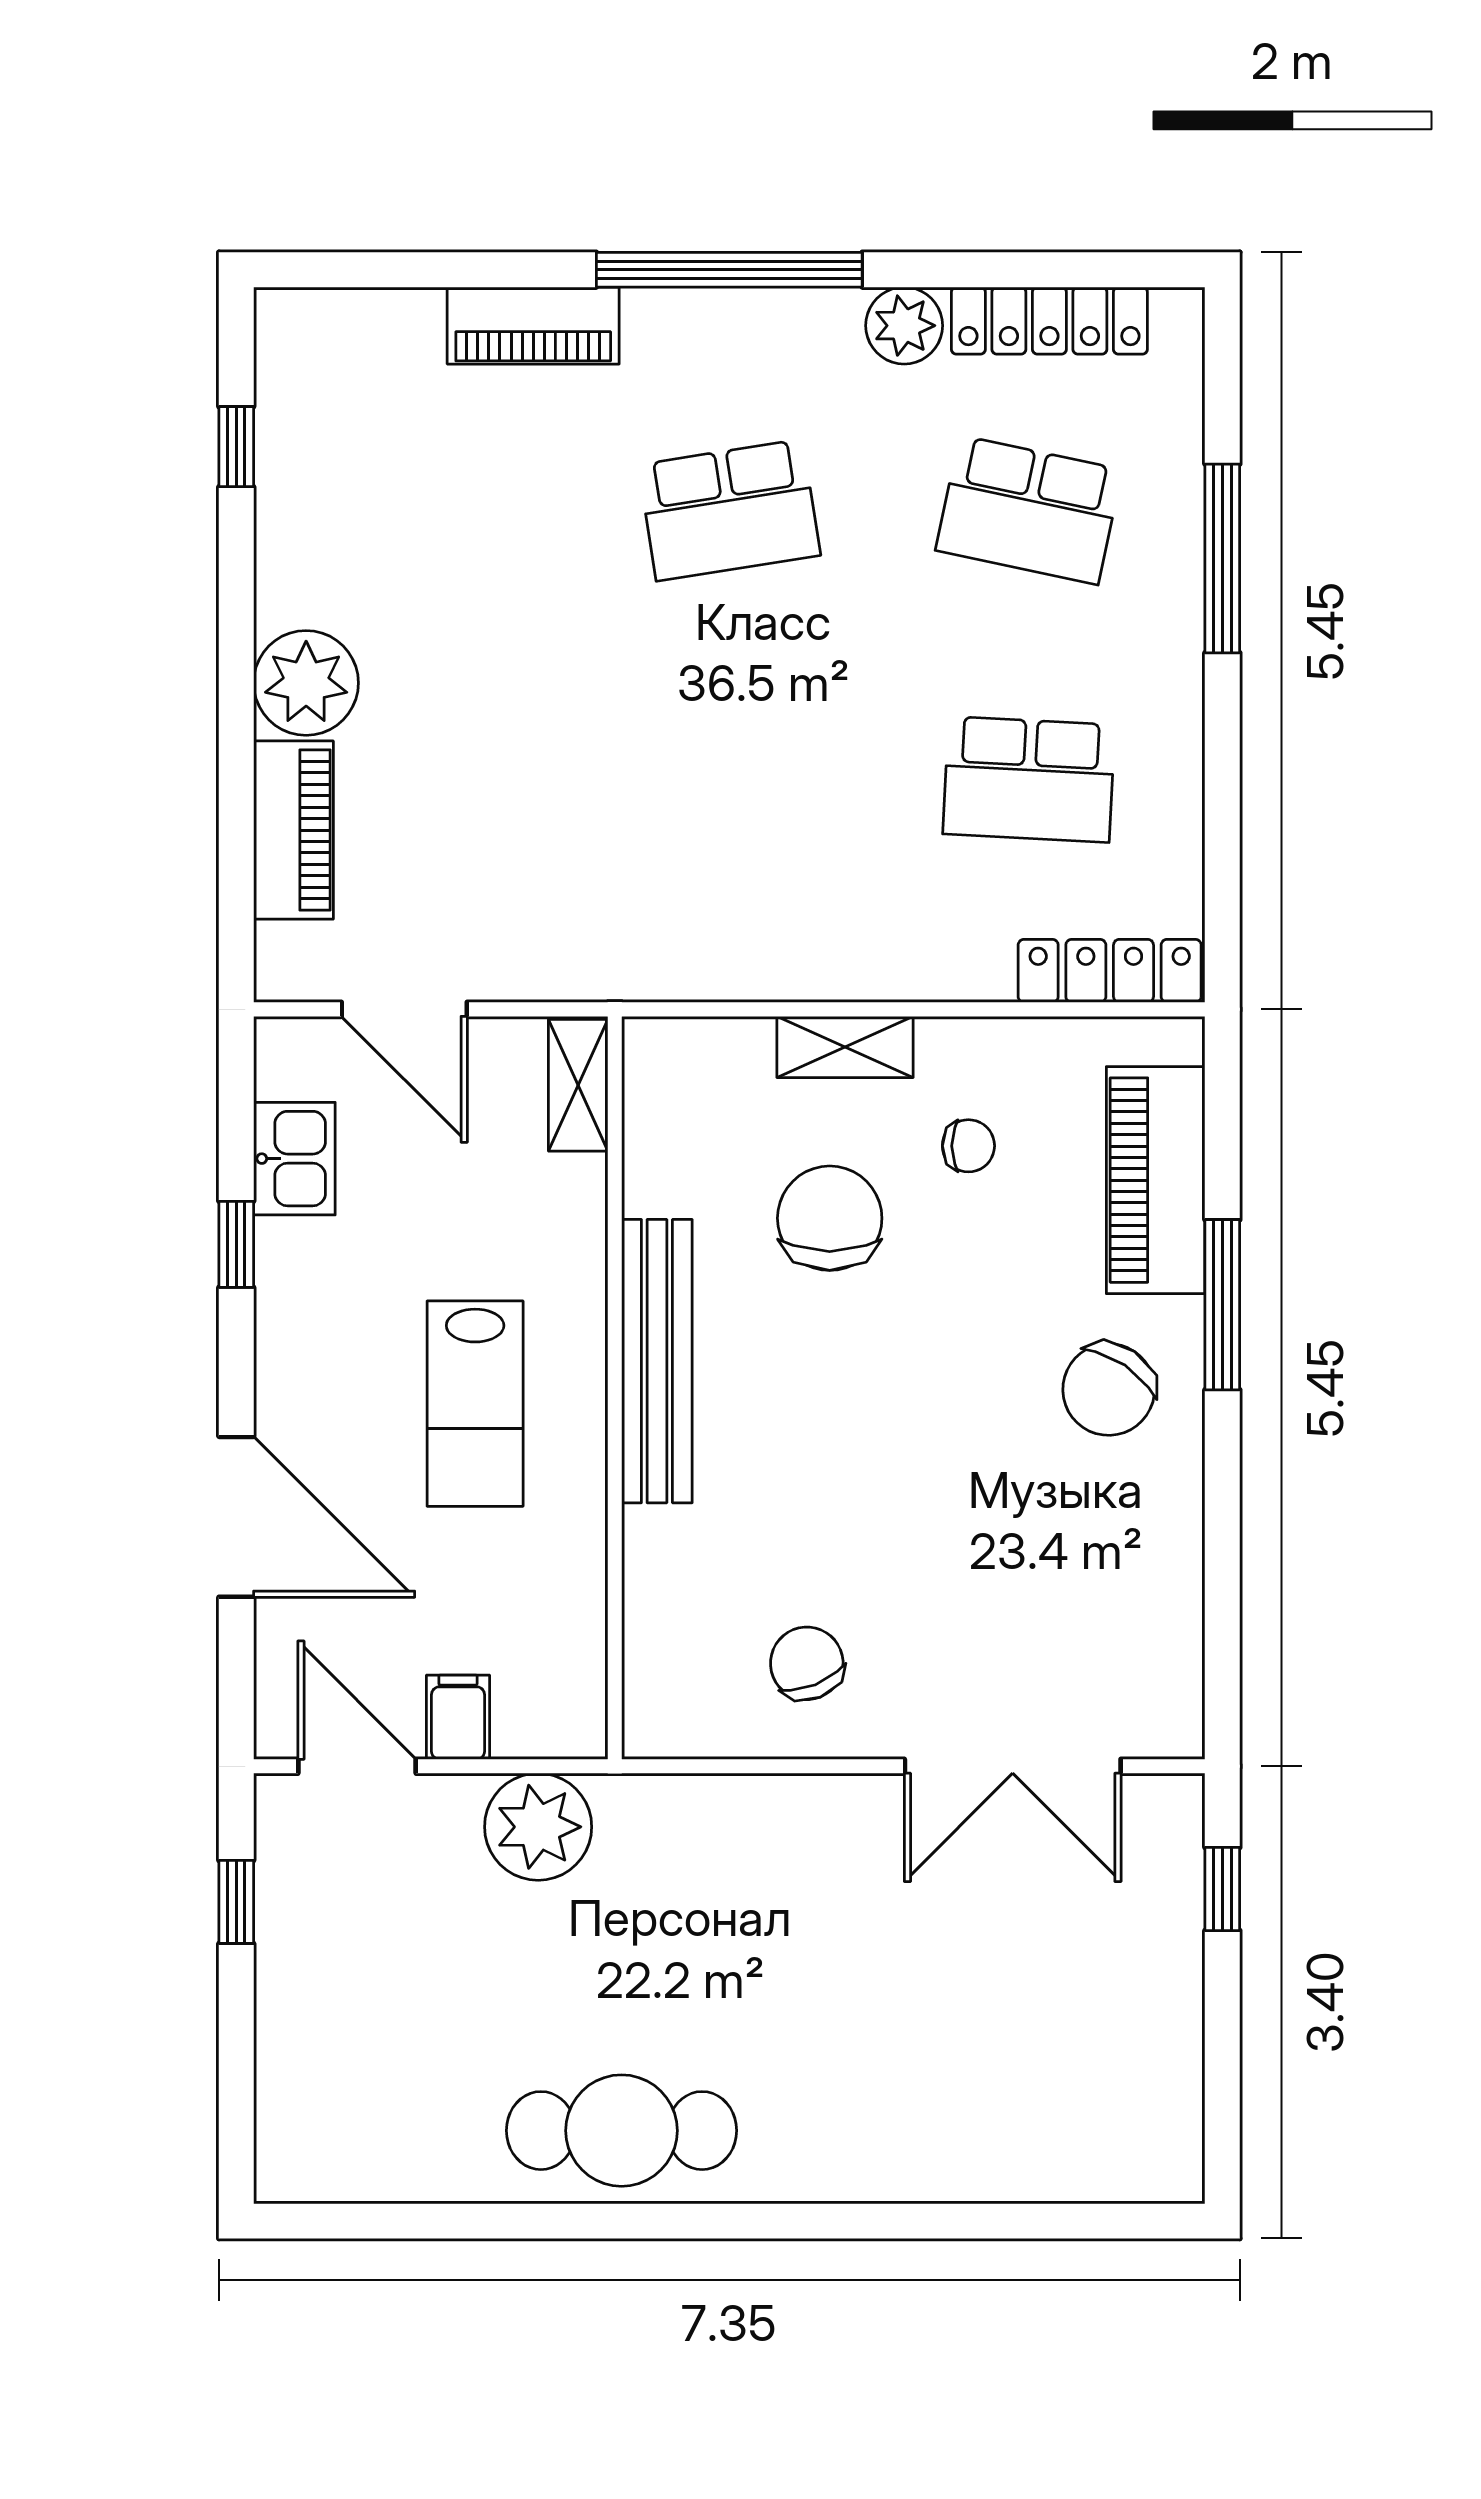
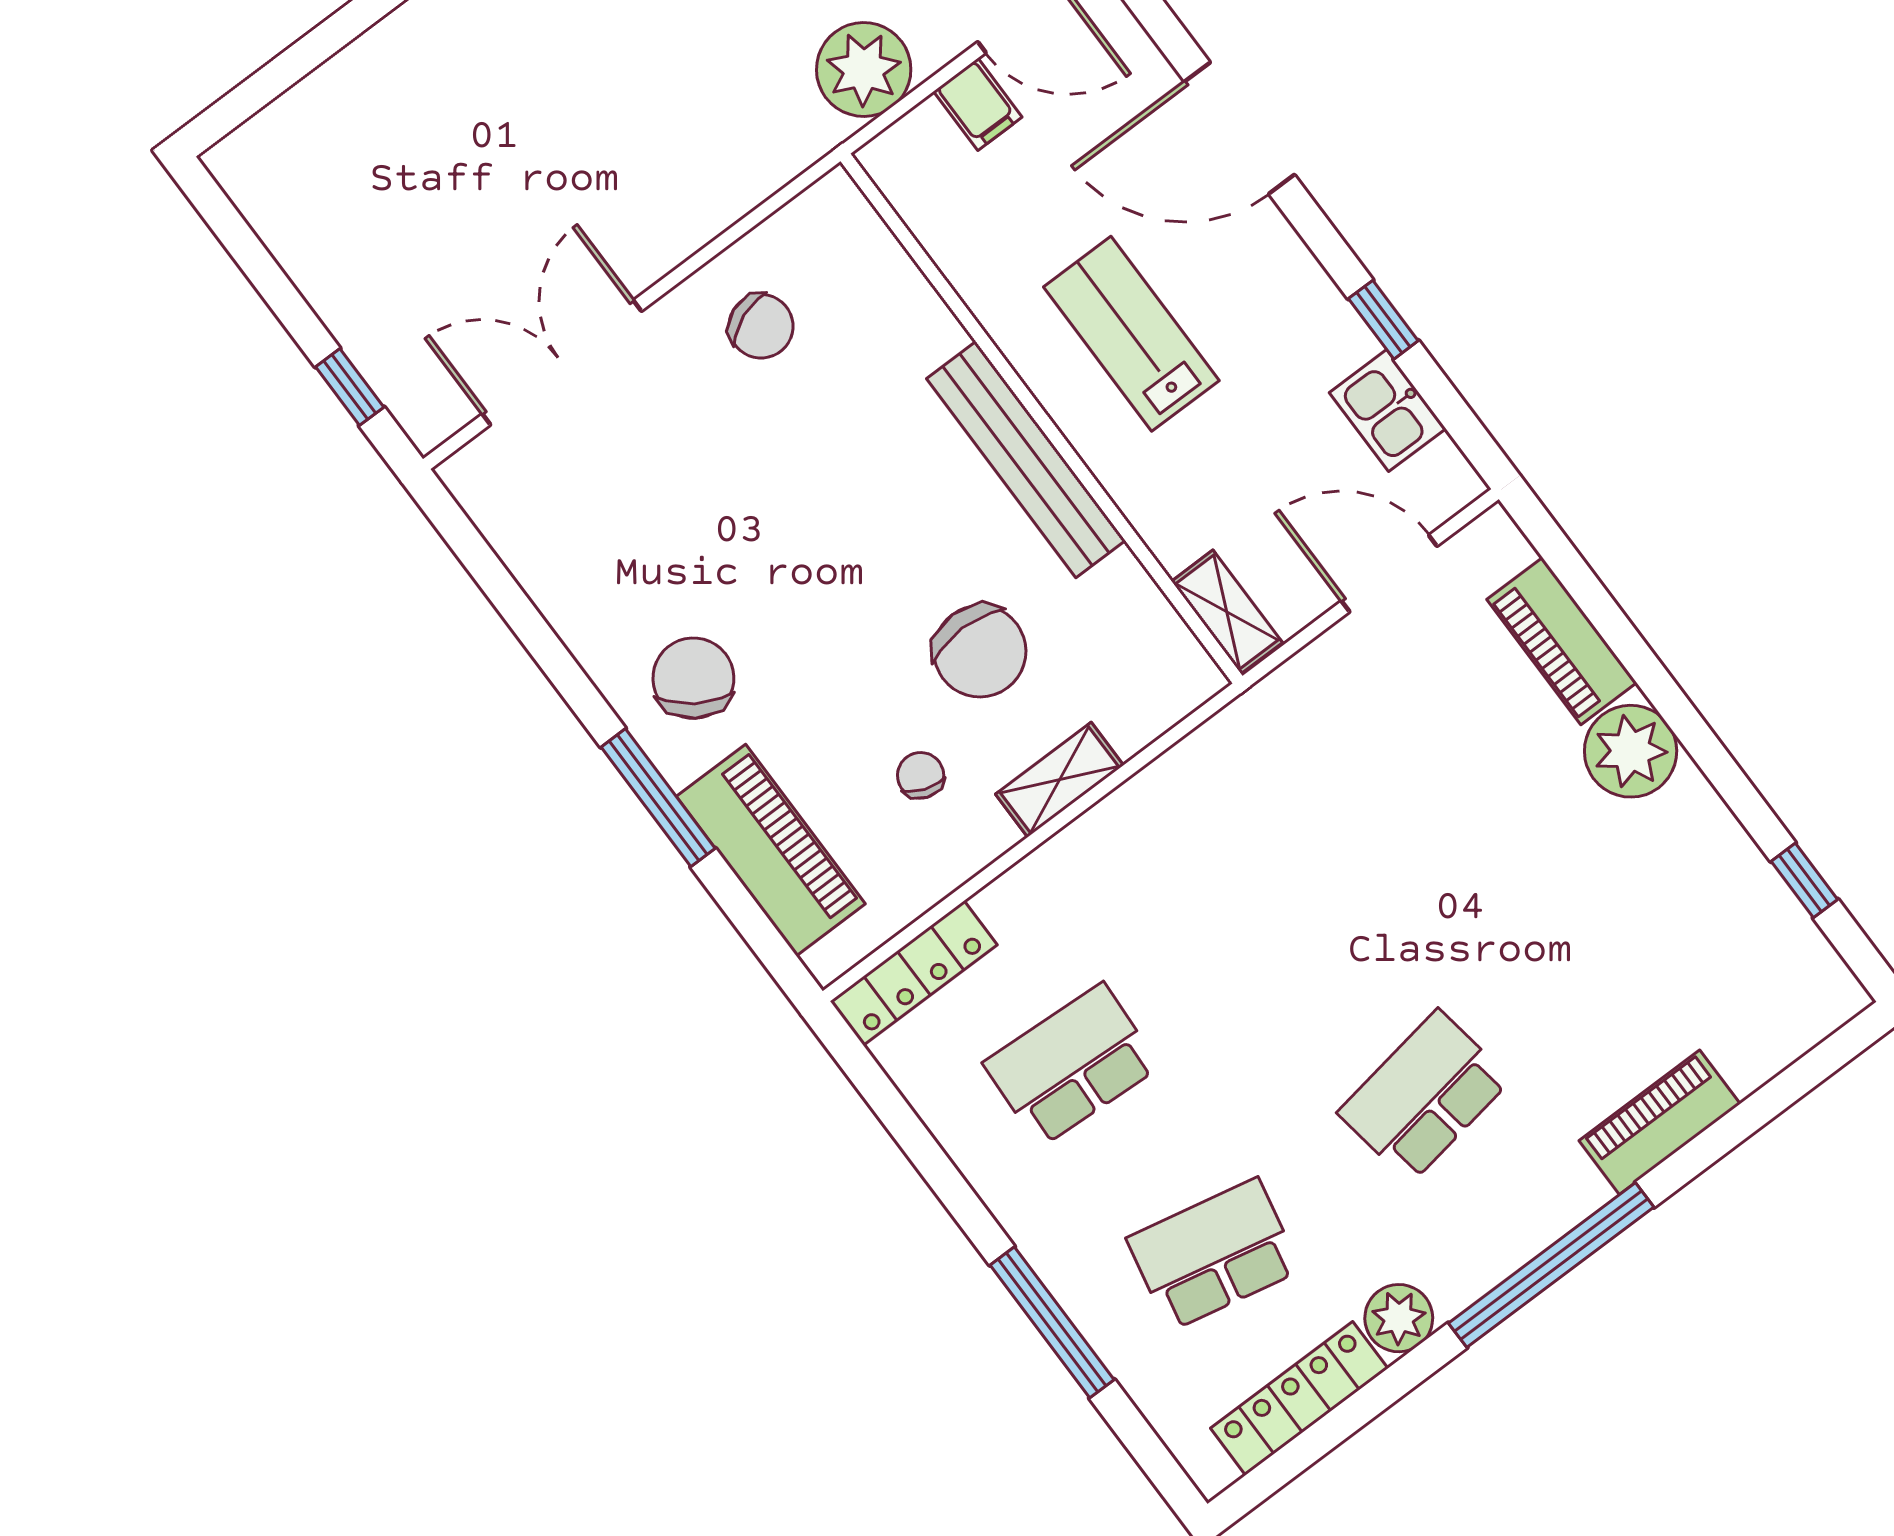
chair: (968, 1146) -> (921, 775), turned 110

